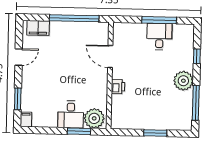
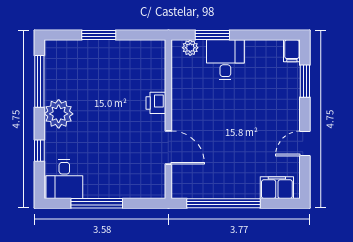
desk: (159, 37) -> (64, 179), moved
plant: (94, 118) -> (190, 48), width x0.53, depth x0.53

